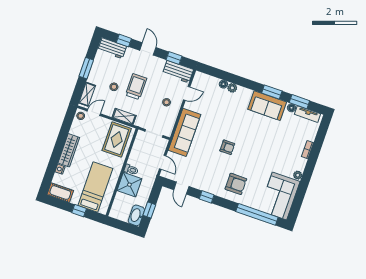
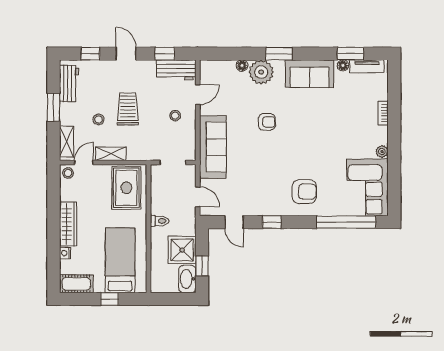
workbench: (112, 48) -> (69, 83), moved, turned -90
plant: (232, 88) -> (261, 72), width x1.87, depth x1.87
window: (272, 92) -> (279, 54), moved
shelving: (124, 116) -> (111, 154), moved
armchair: (227, 147) -> (267, 122), moved
shower: (129, 185) -> (182, 250), moved

